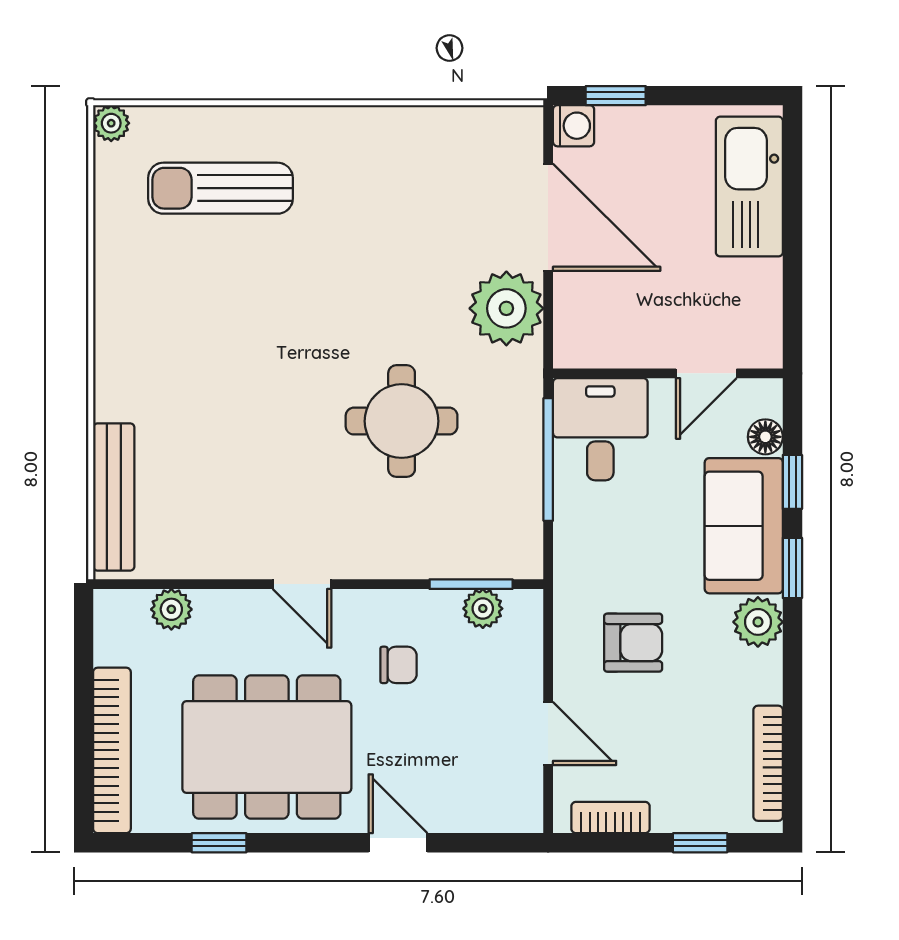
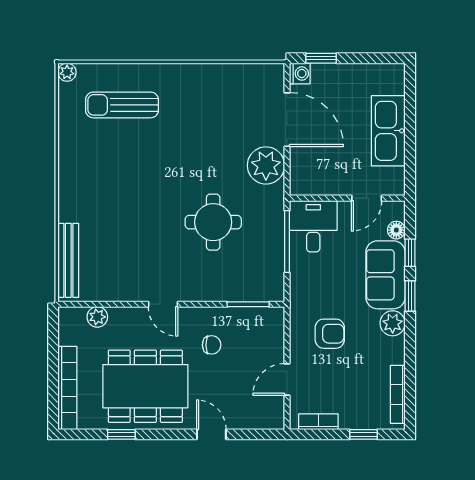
kitchen sink: (749, 187) -> (388, 131), moved
plant: (483, 609) -> (254, 316), removed
door: (548, 734) -> (287, 379), swing flipped

